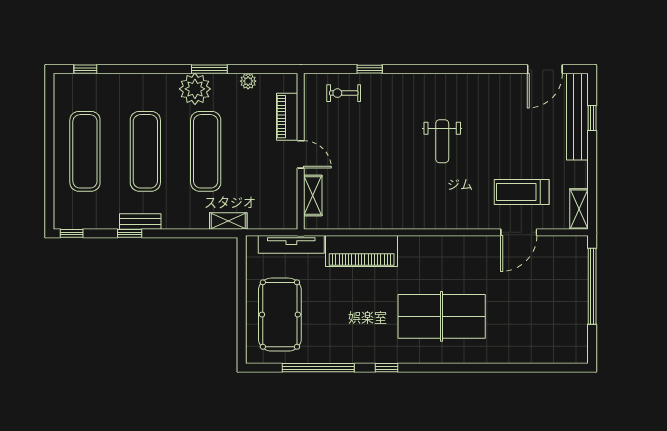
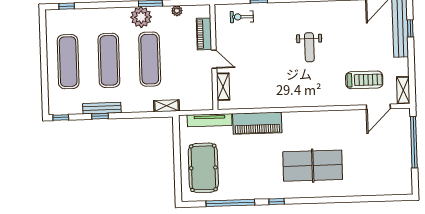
treadmill: (522, 192) -> (364, 80), turned 180
bench: (140, 222) -> (102, 108), width x1.36
door: (519, 232) -> (378, 107), moved

